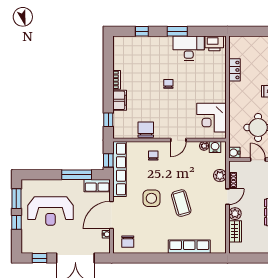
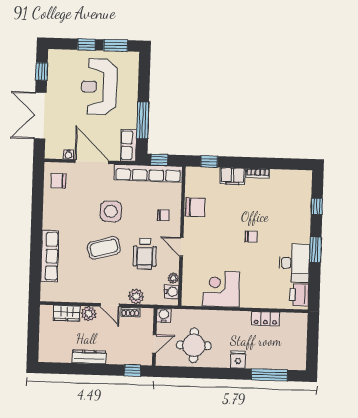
corner desk: (212, 118) -> (221, 289), moved
wheelchair: (185, 170) -> (145, 254), added

